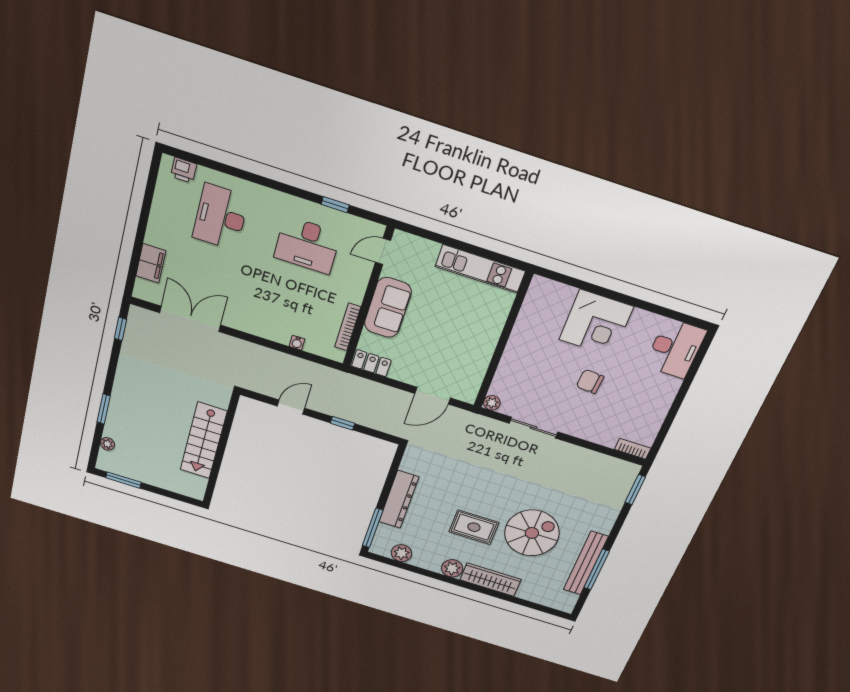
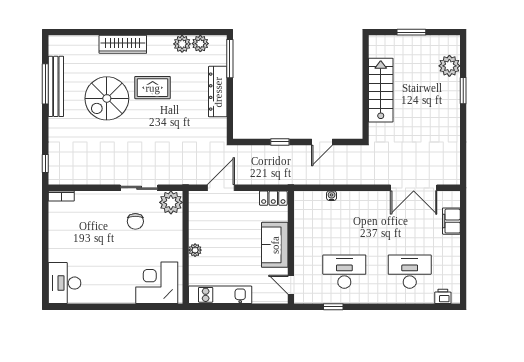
desk: (221, 217) -> (410, 272), turned -90
door: (383, 251) -> (291, 285), swing flipped
corner desk: (596, 323) -> (157, 283), moved
bookcase: (348, 327) -> (299, 220), removed
window: (120, 329) -> (463, 162), removed
plant: (492, 334) -> (195, 250), added
chair: (590, 381) -> (135, 221), moved, turned 86
plant: (492, 403) -> (171, 202), width x1.87, depth x1.87
plant: (107, 444) -> (449, 66), width x1.88, depth x1.88
window: (123, 480) -> (411, 32), moved
window: (635, 490) -> (45, 163), width x0.67
plant: (452, 568) -> (182, 44), moved

